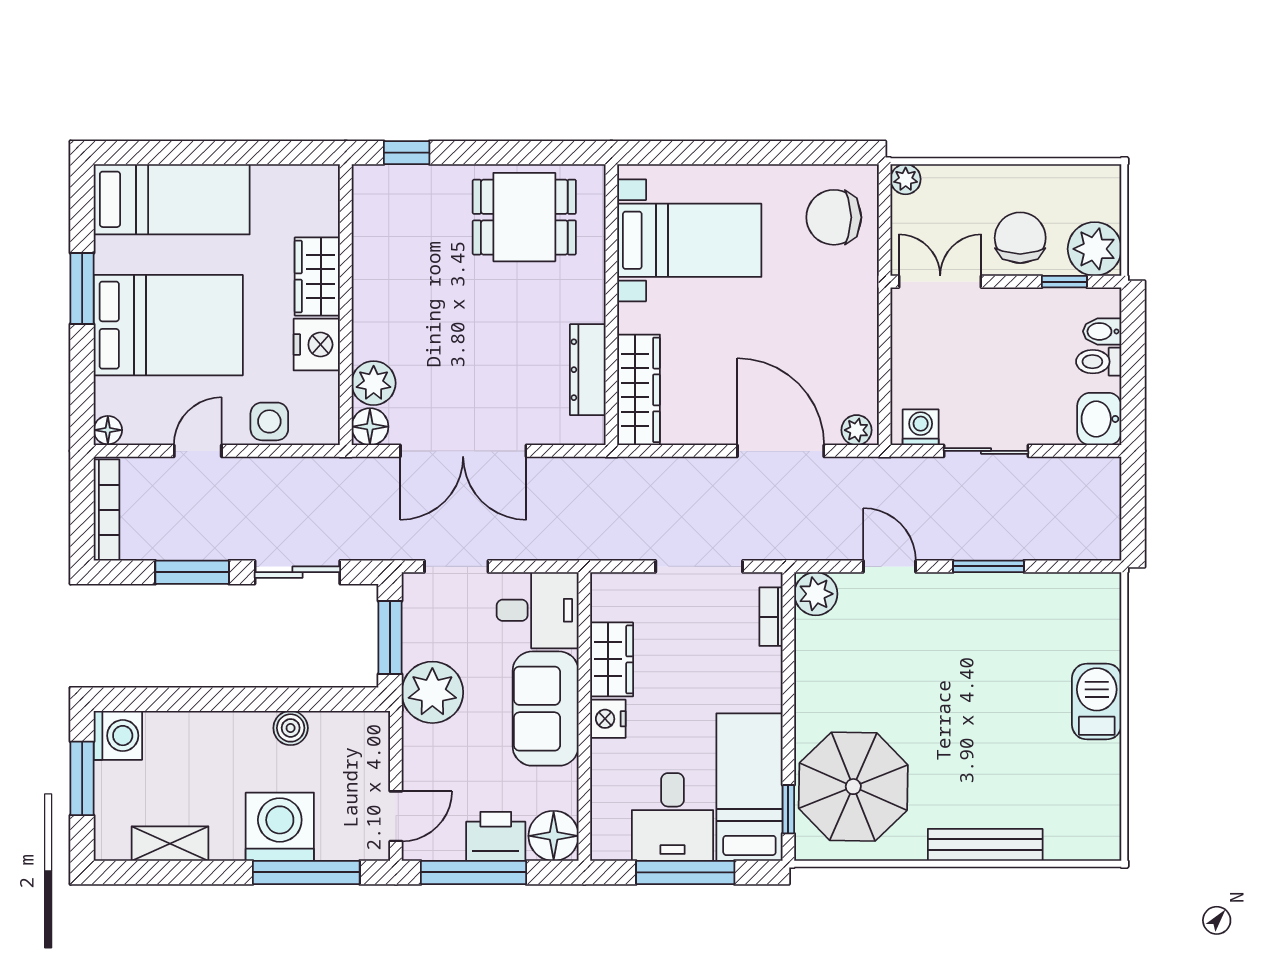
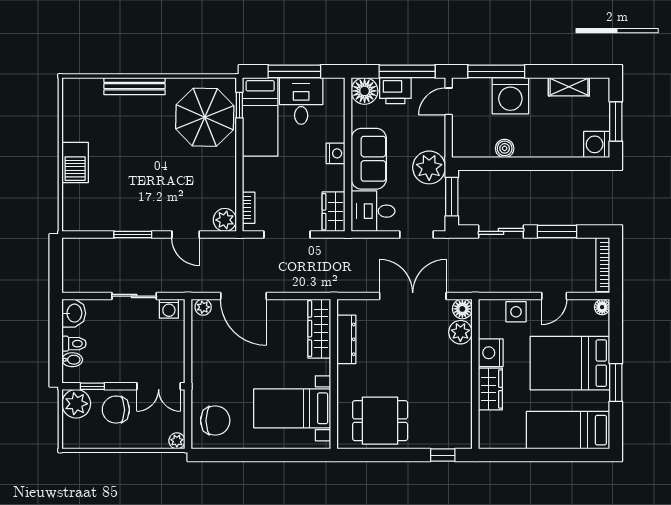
chair: (1020, 238) -> (116, 410), turned 90
wardrobe: (612, 659) -> (334, 212), moved

